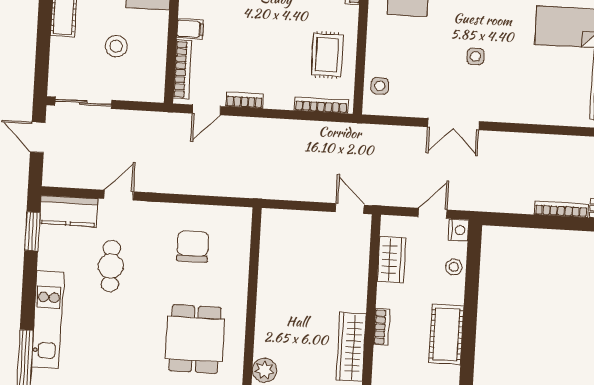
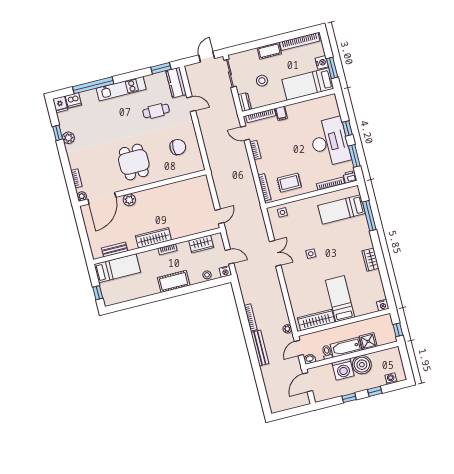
dresser: (147, 92) -> (245, 102), added
double door: (453, 124) -> (275, 253), swing flipped
dining table: (195, 339) -> (134, 162), turned 90

